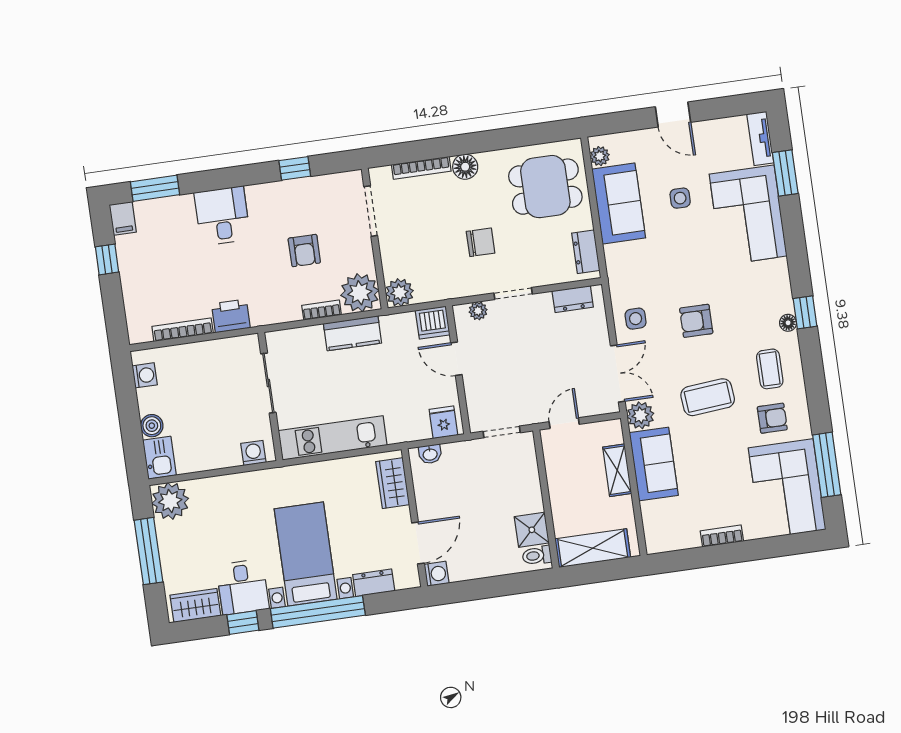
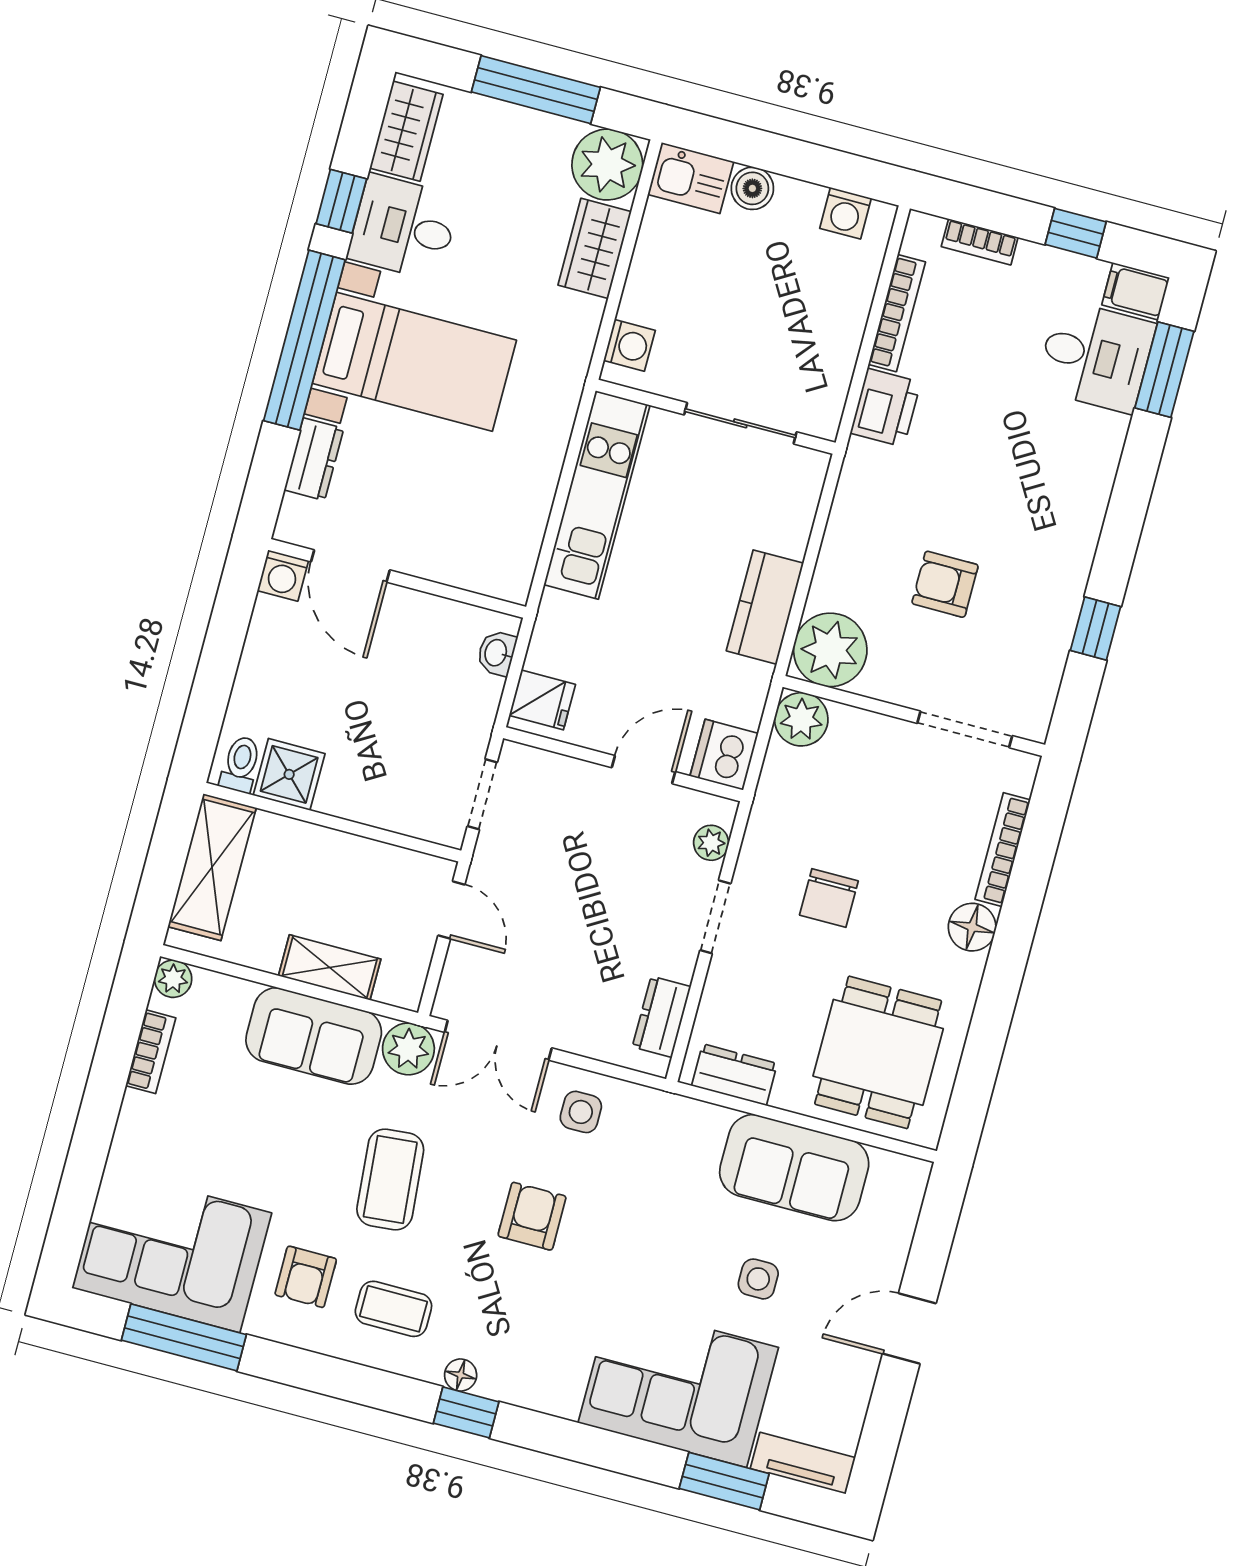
plant: (600, 156) -> (173, 979), moved
desk: (222, 216) -> (1096, 356), moved
bookcase: (322, 310) -> (980, 242), moved, turned 90
wardrobe: (393, 483) -> (595, 248), moved, turned -90
bookcase: (722, 536) -> (151, 1052), moved

